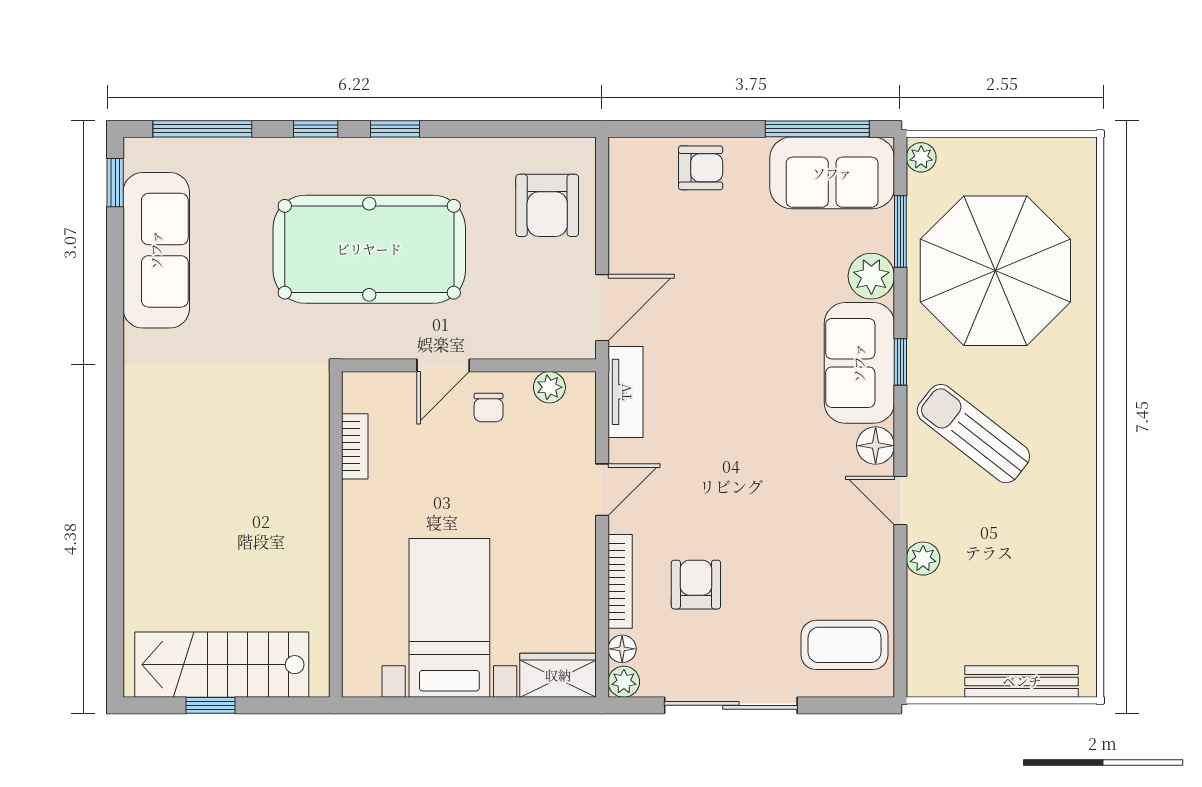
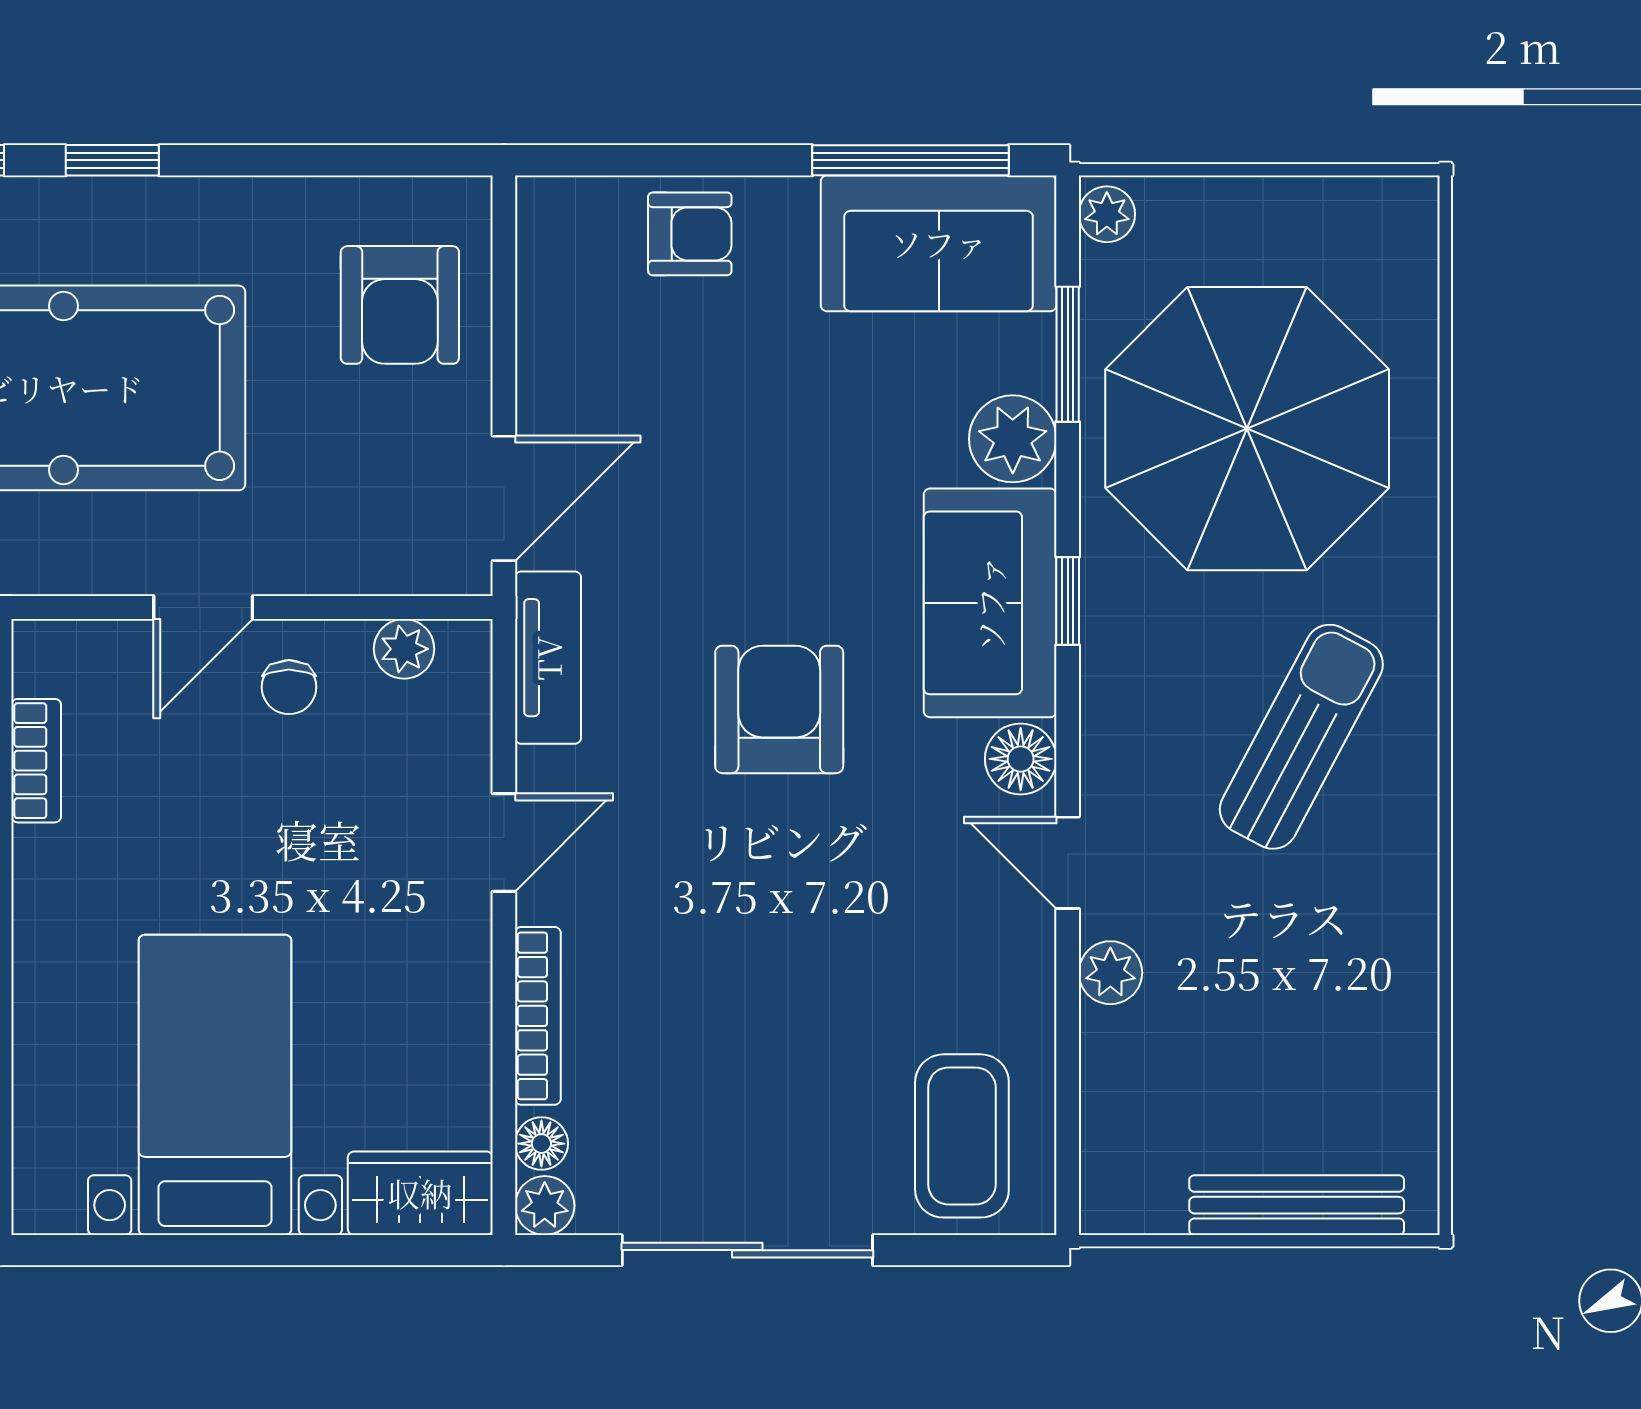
sun lounger: (973, 434) -> (1301, 737), moved, turned 80
armchair: (696, 585) -> (779, 709), moved, width x1.38, depth x1.38
coffee table: (845, 645) -> (962, 1136), turned 90

